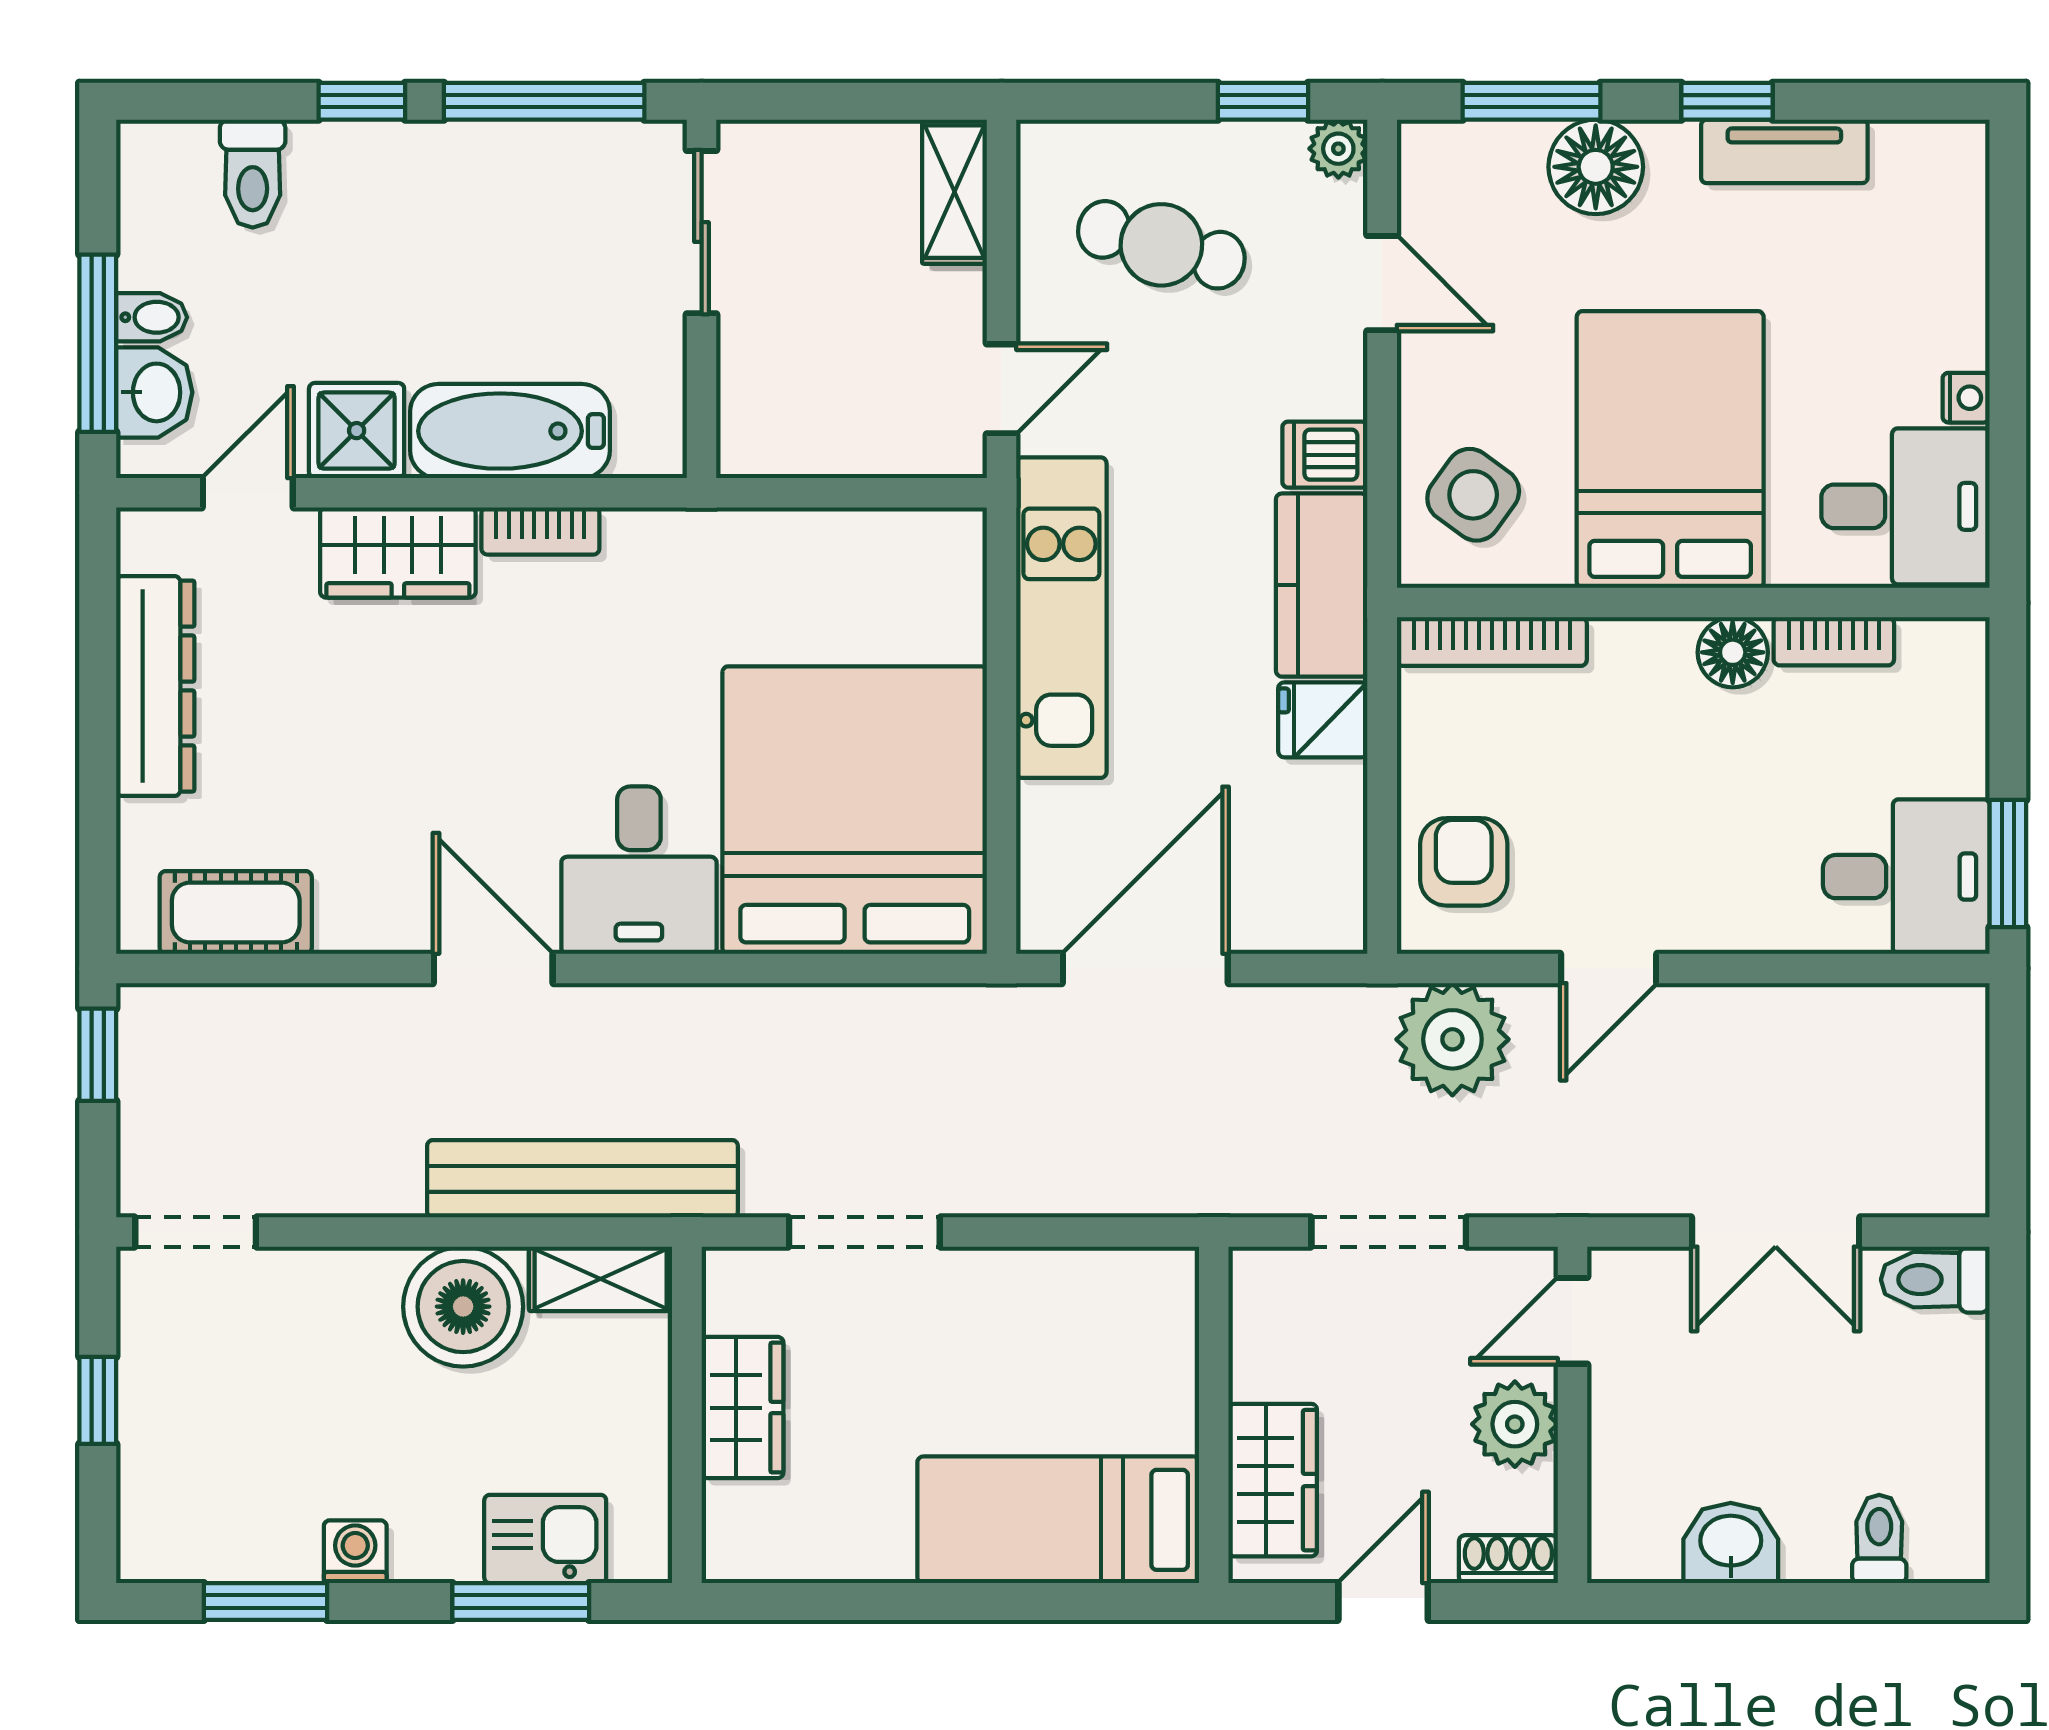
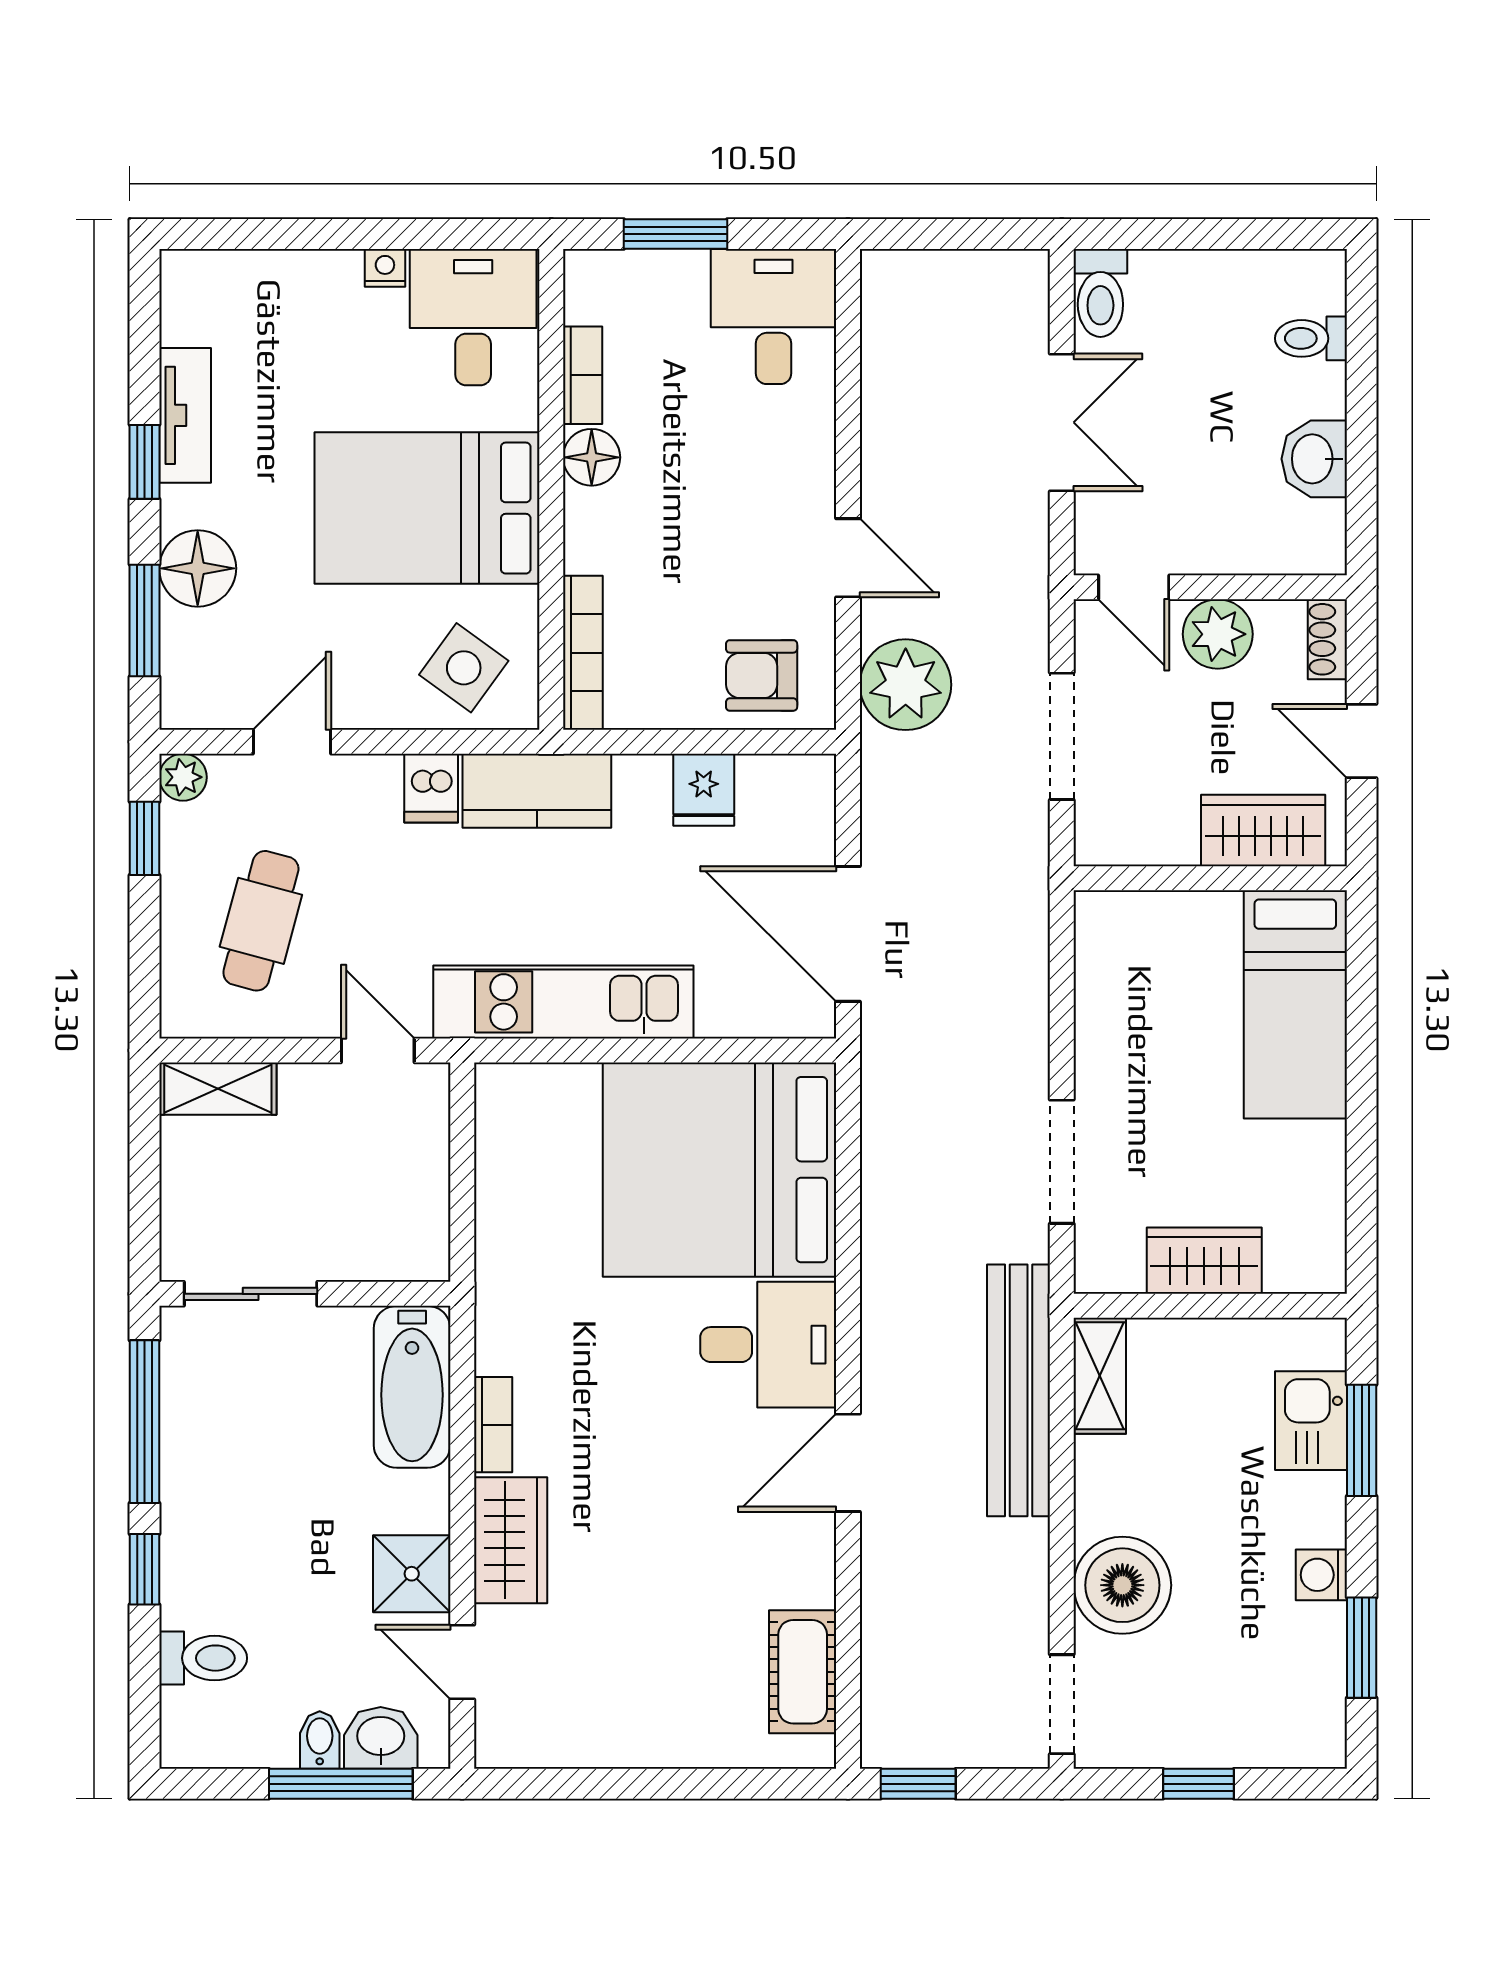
bathtub: (510, 431) -> (412, 1387), moved
dresser: (155, 686) -> (619, 1737), removed
fridge: (1323, 720) -> (704, 790), moved
window: (2008, 864) -> (676, 234), moved
boiler: (463, 1307) -> (1122, 1585), moved

